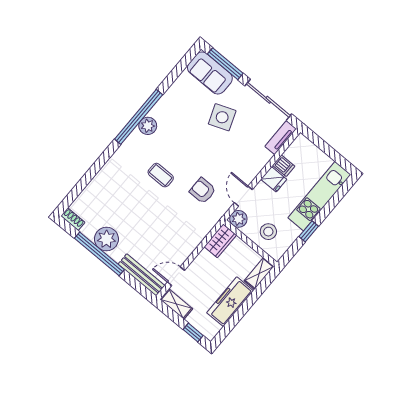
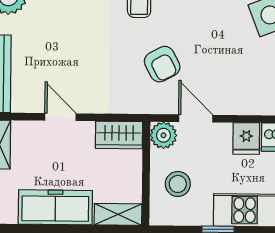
armchair: (203, 191) -> (162, 64), turned 152
door: (243, 196) -> (196, 118), hinge flipped
door: (176, 276) -> (60, 117), moved

